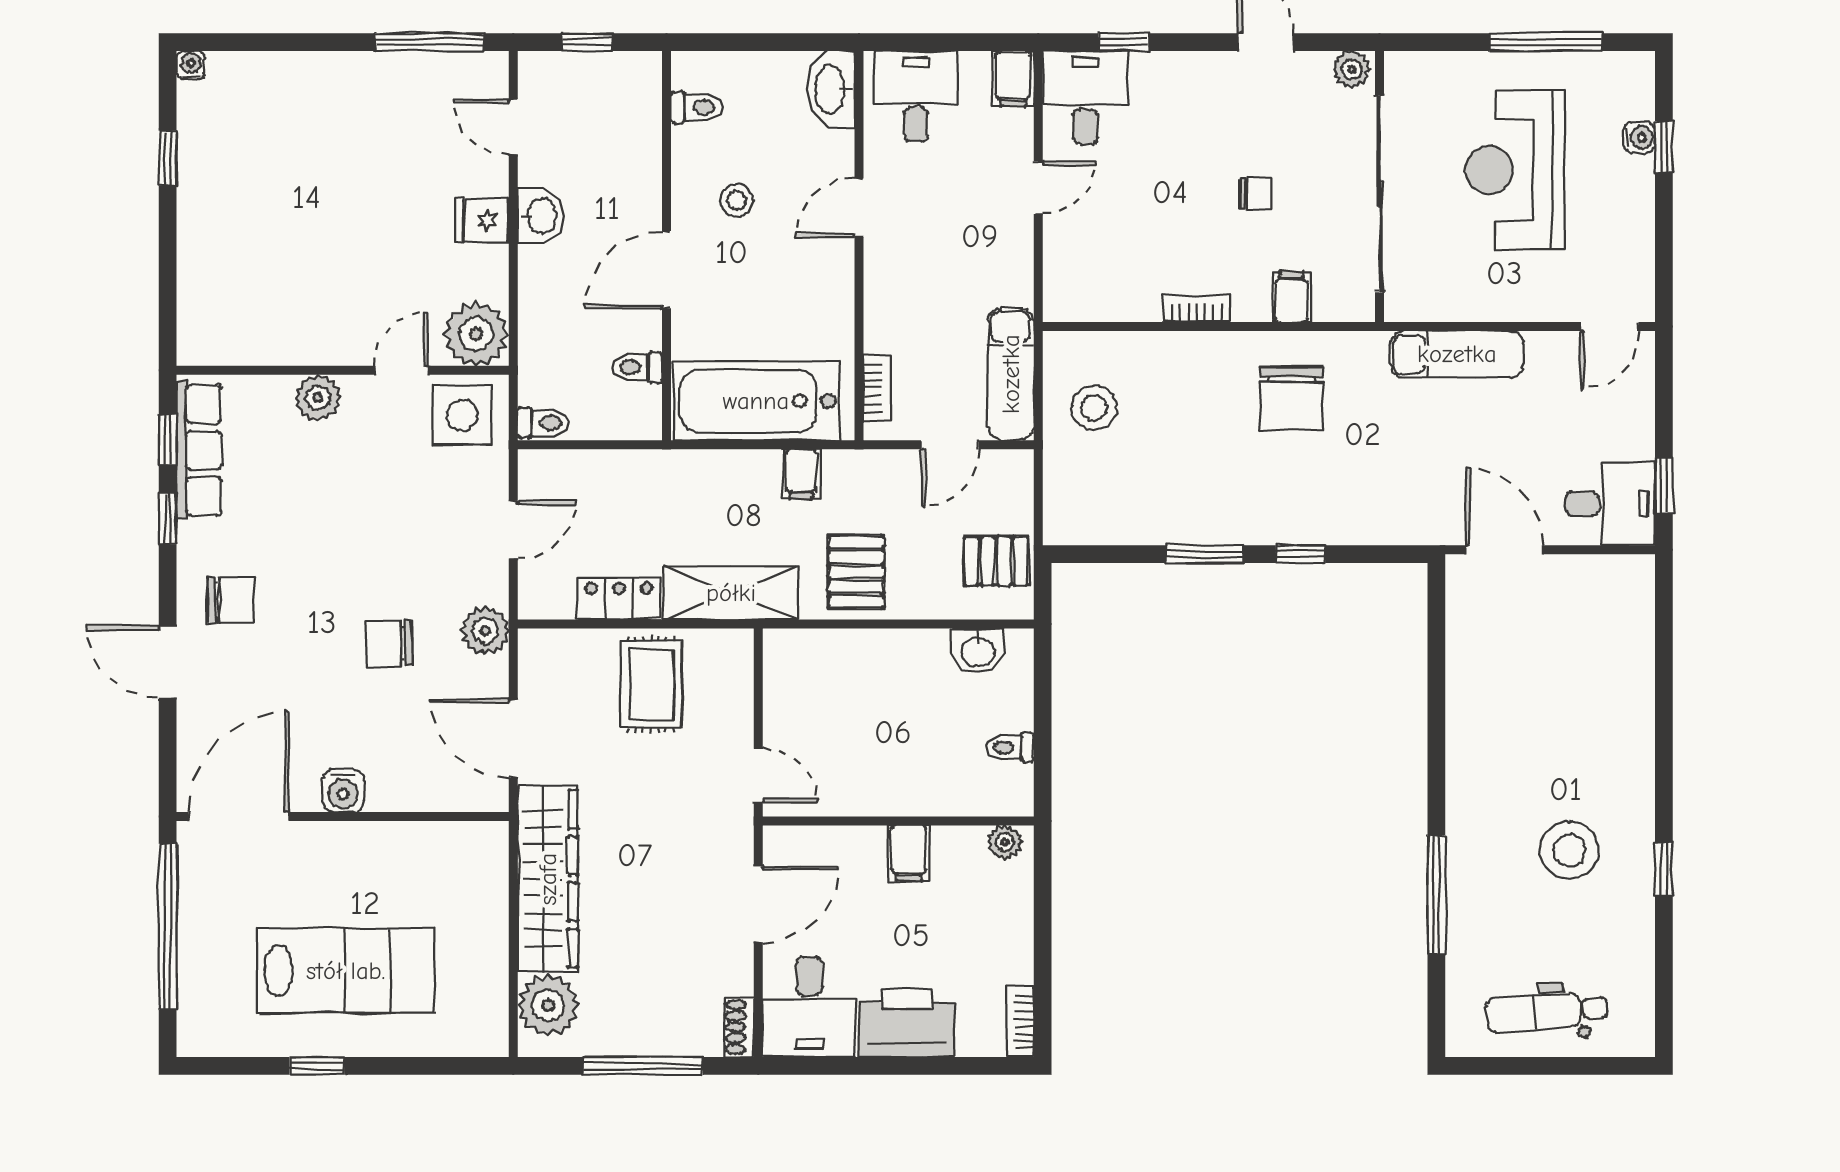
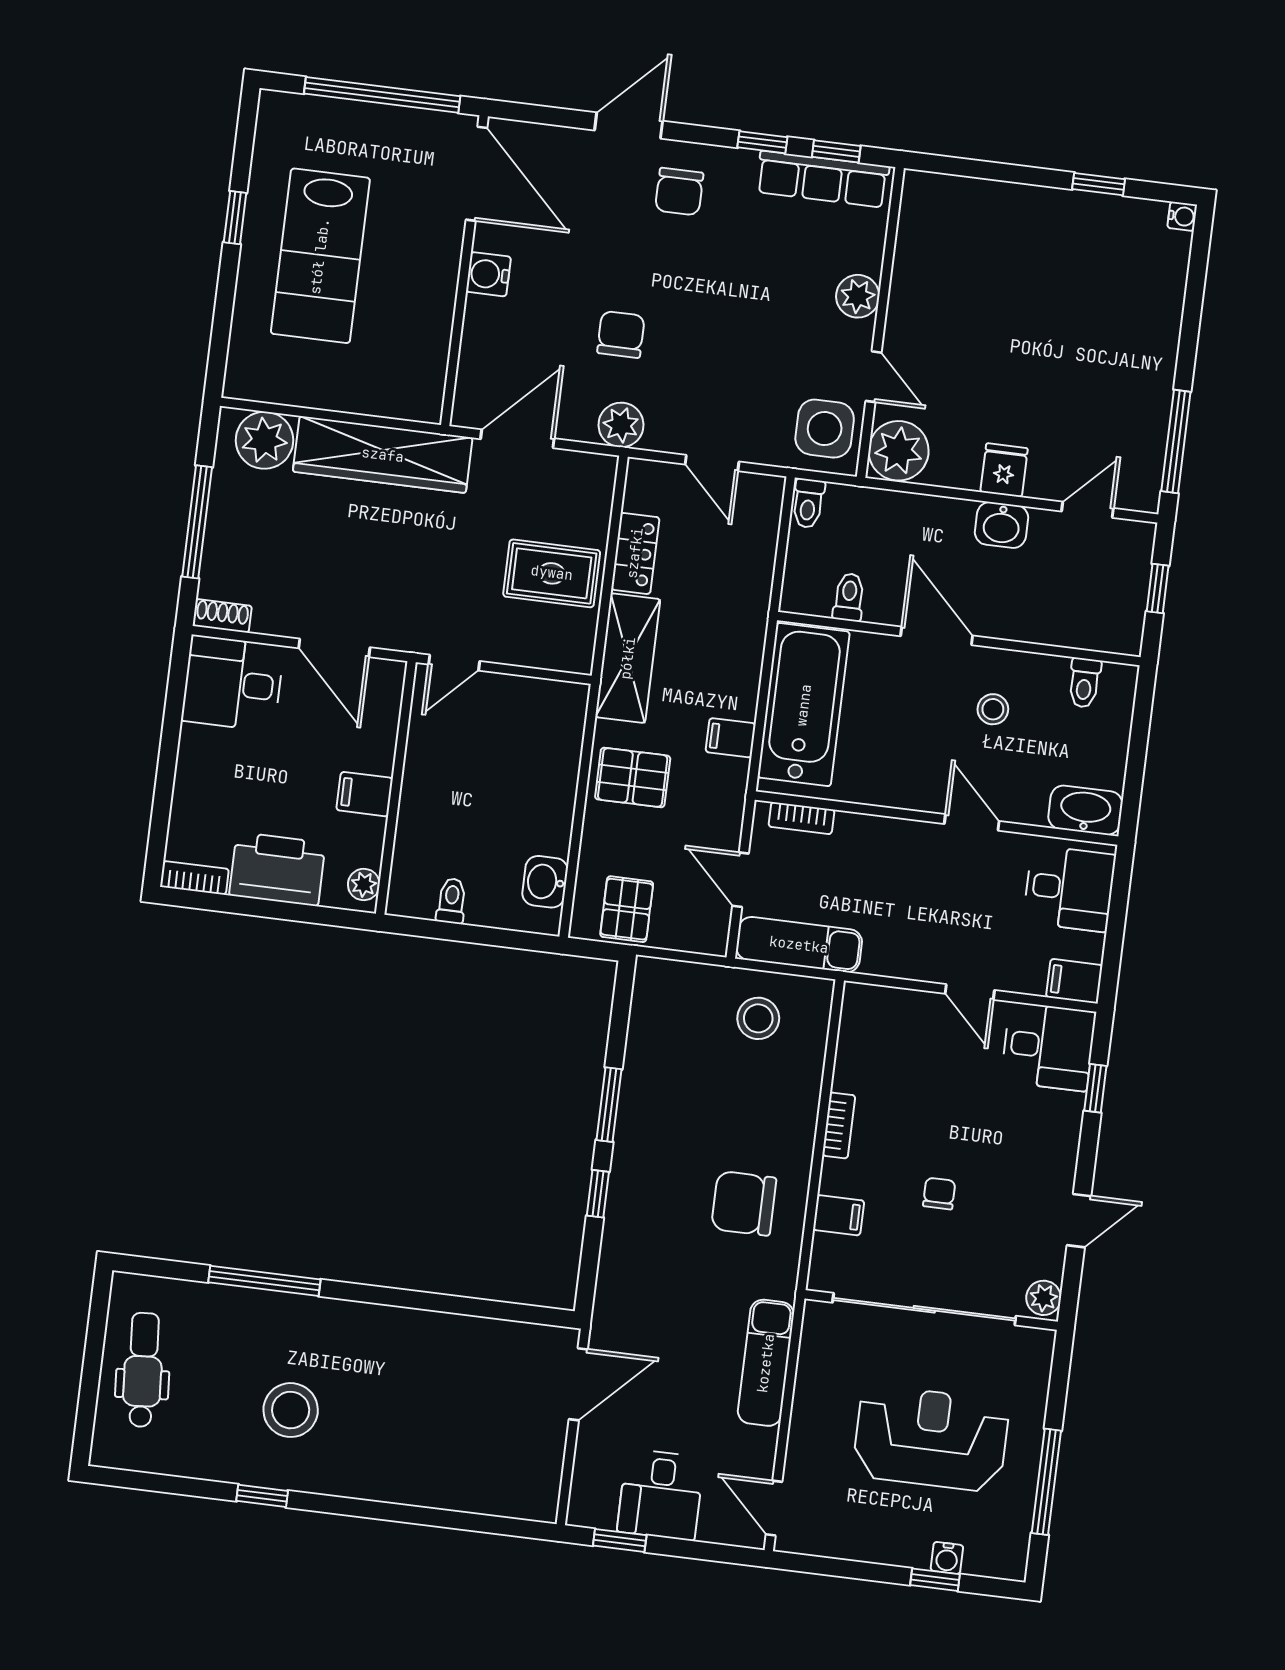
chair: (1255, 193) -> (939, 1194), turned 180
desk: (1610, 504) -> (661, 1495), moved
printer: (907, 1023) -> (277, 869), moved, turned -90

